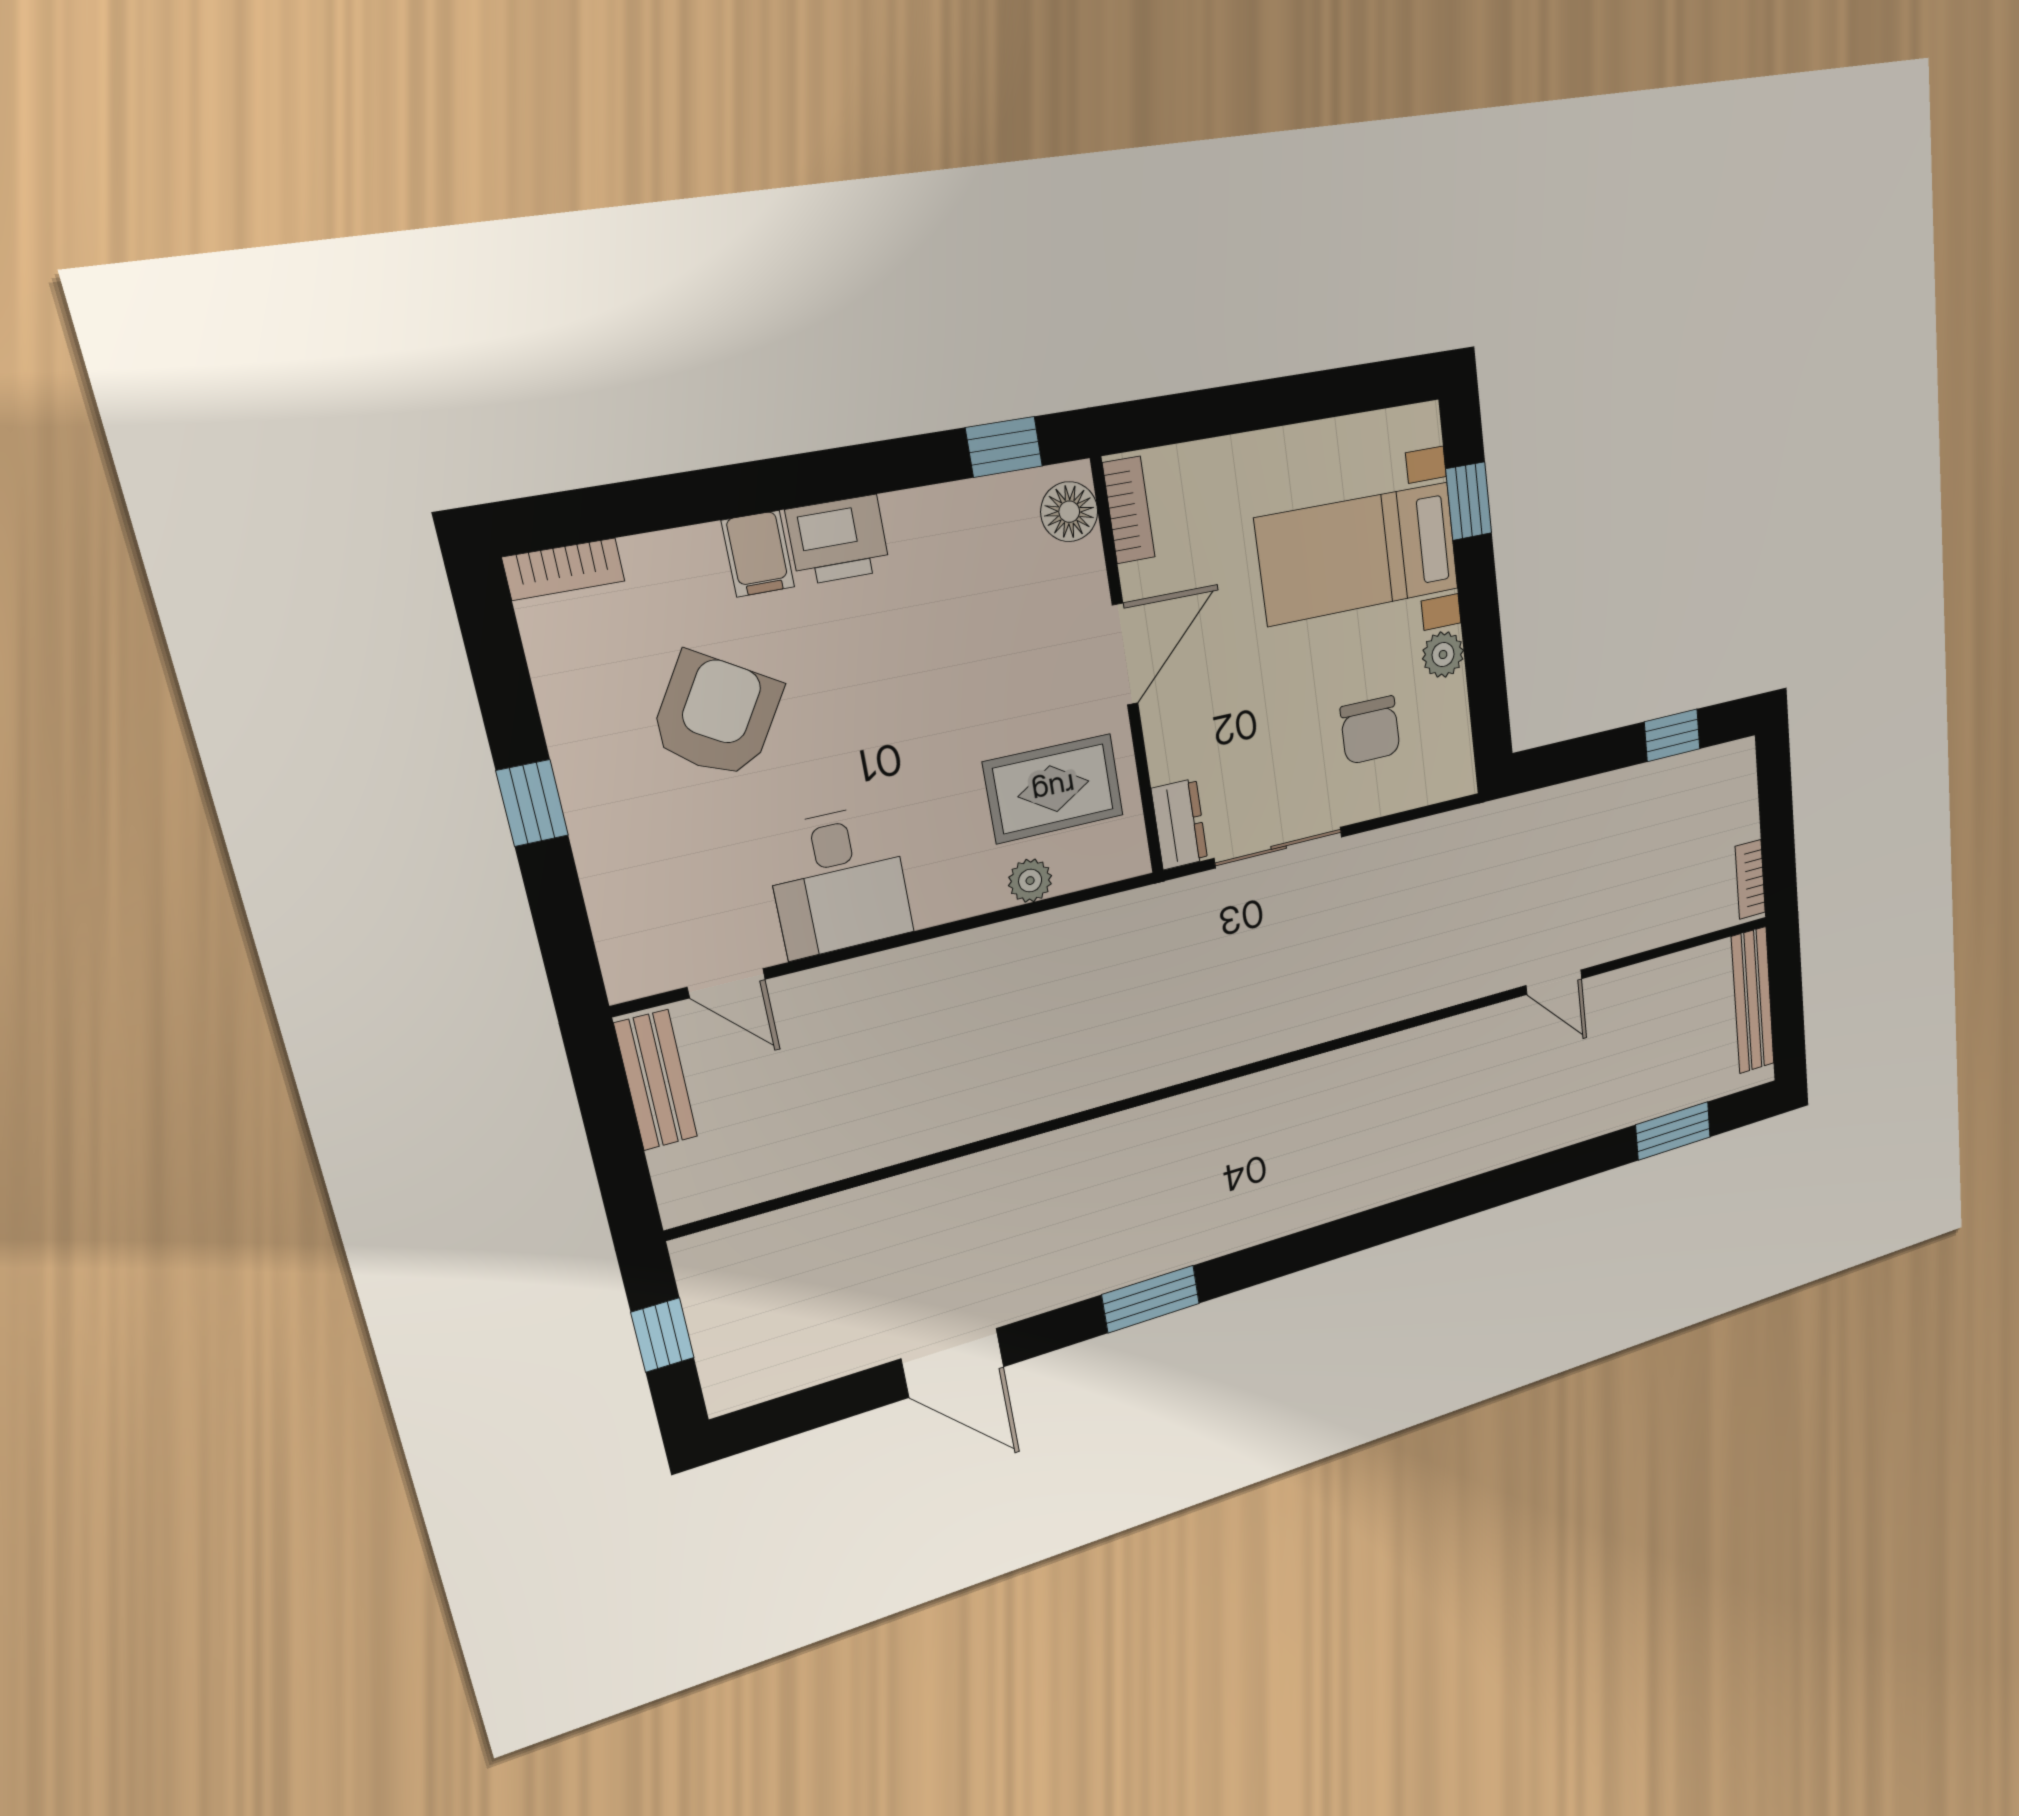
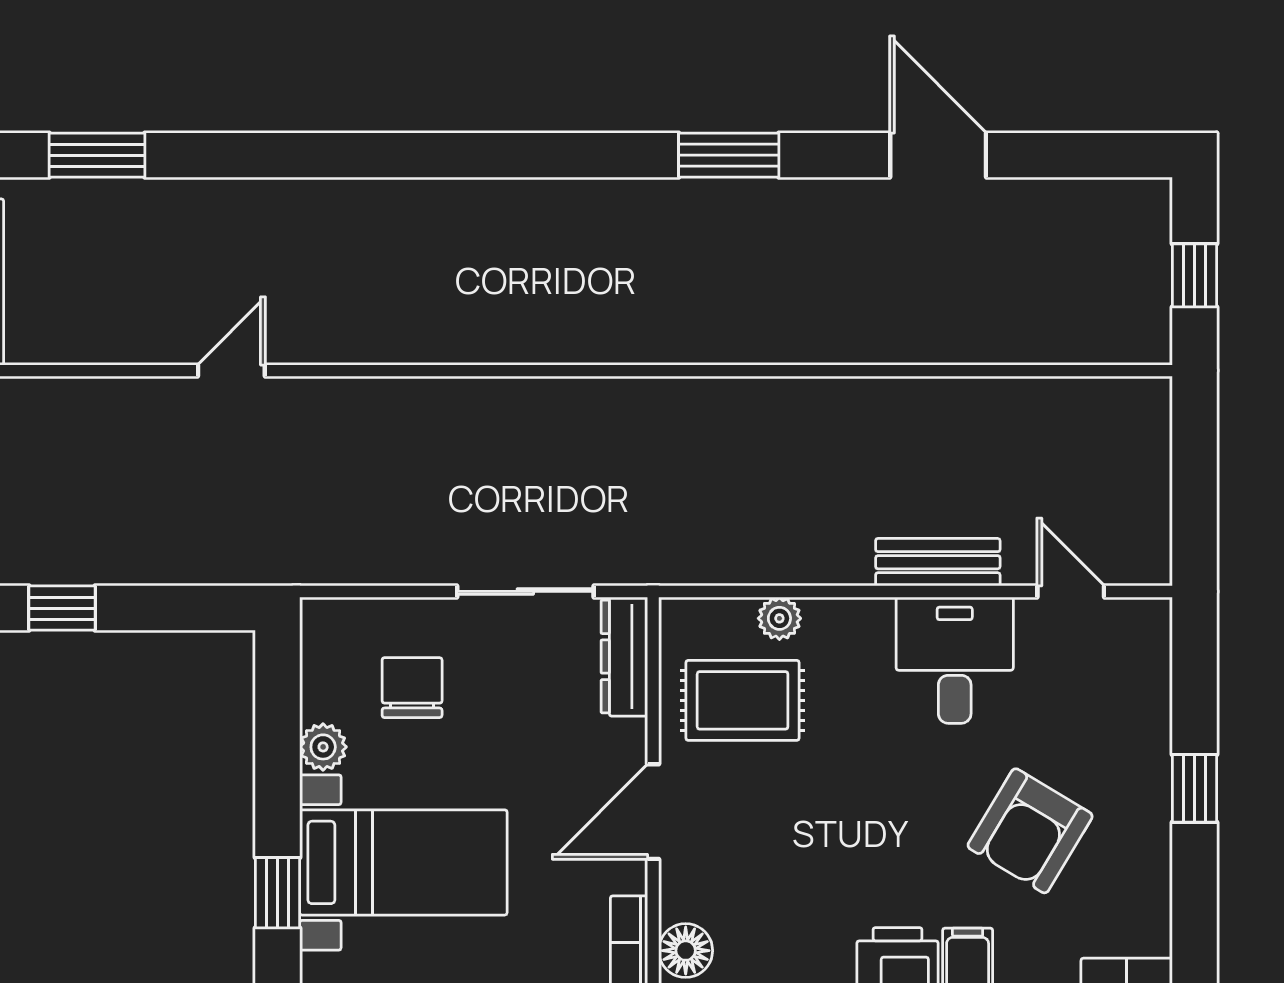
dresser: (1179, 824) -> (624, 657), width x1.44
door: (1554, 982) -> (231, 371), hinge flipped
bench: (656, 1080) -> (938, 562), moved, turned 90

